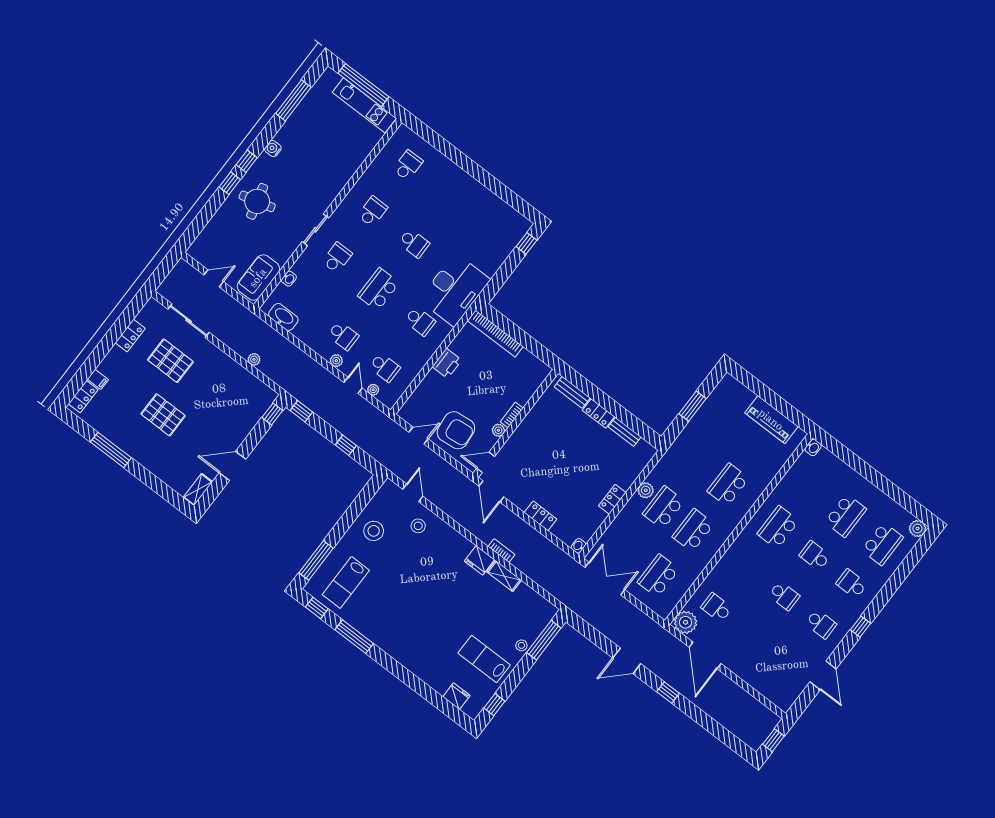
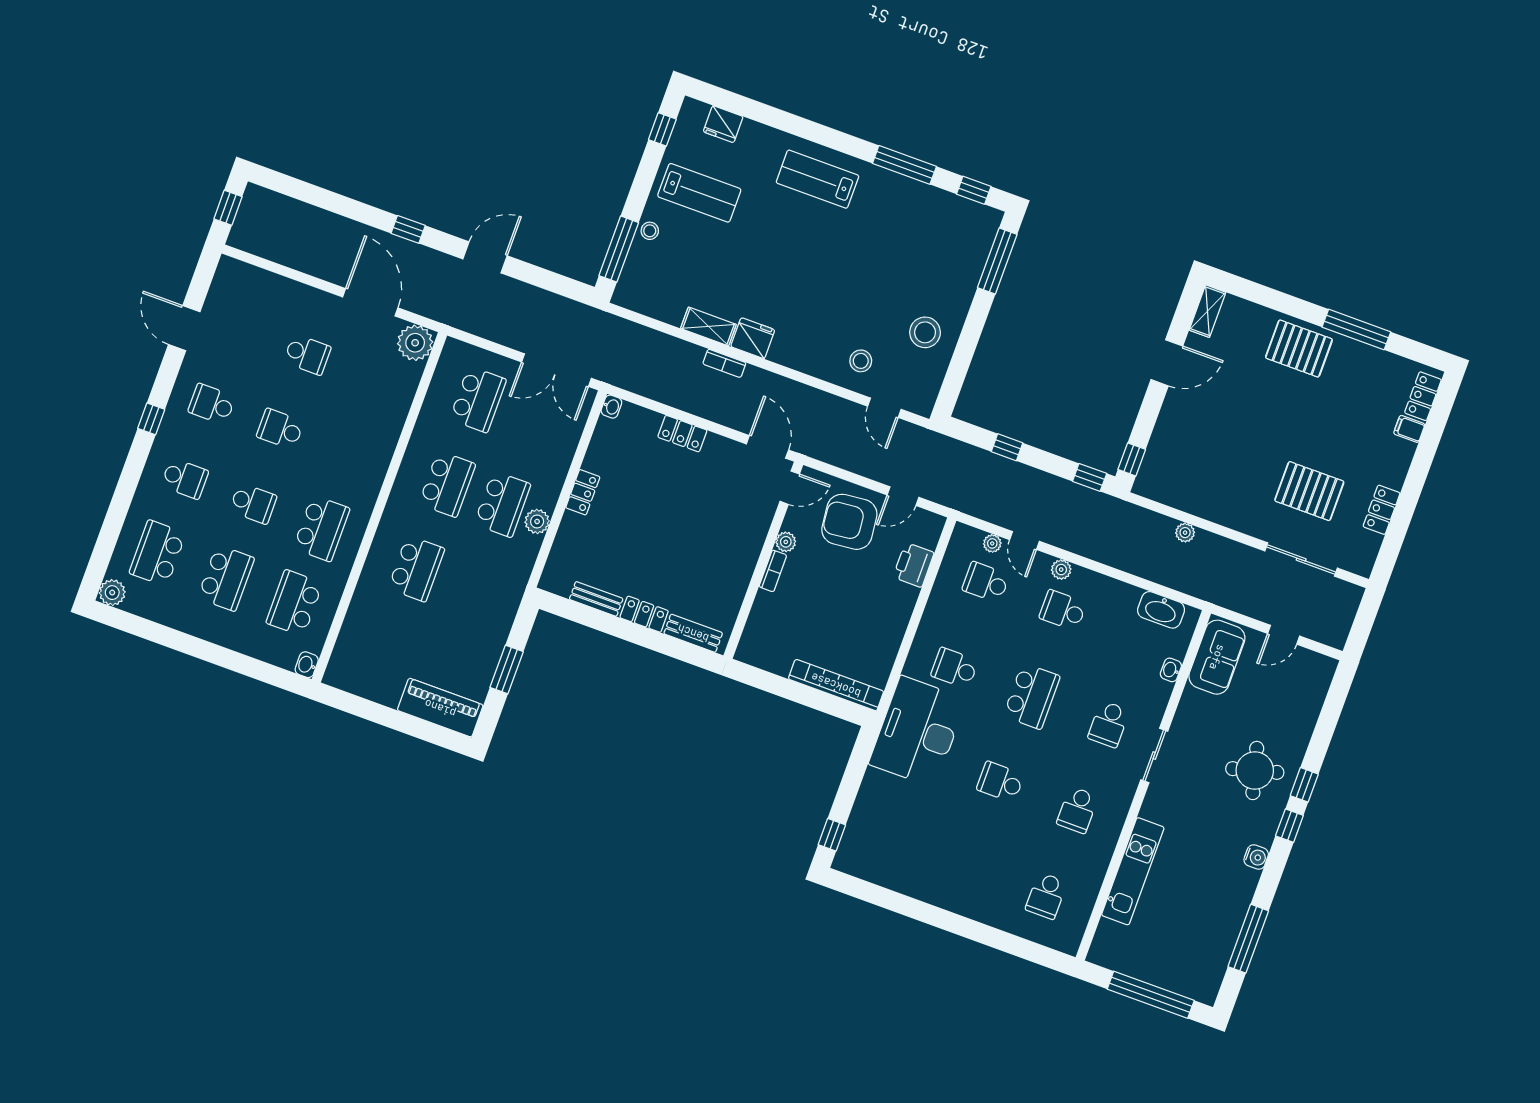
kitchen unit: (364, 105) -> (1133, 871), moved, turned 90
printer: (447, 363) -> (914, 565), moved
pallet: (163, 415) -> (1299, 349), moved
piano: (771, 420) -> (440, 708), moved
school desk: (809, 487) -> (294, 603), added
school desk: (846, 516) -> (226, 578), turned 180
lab bench: (346, 582) -> (817, 179), moved, turned -90
school desk: (717, 608) -> (307, 355), moved

